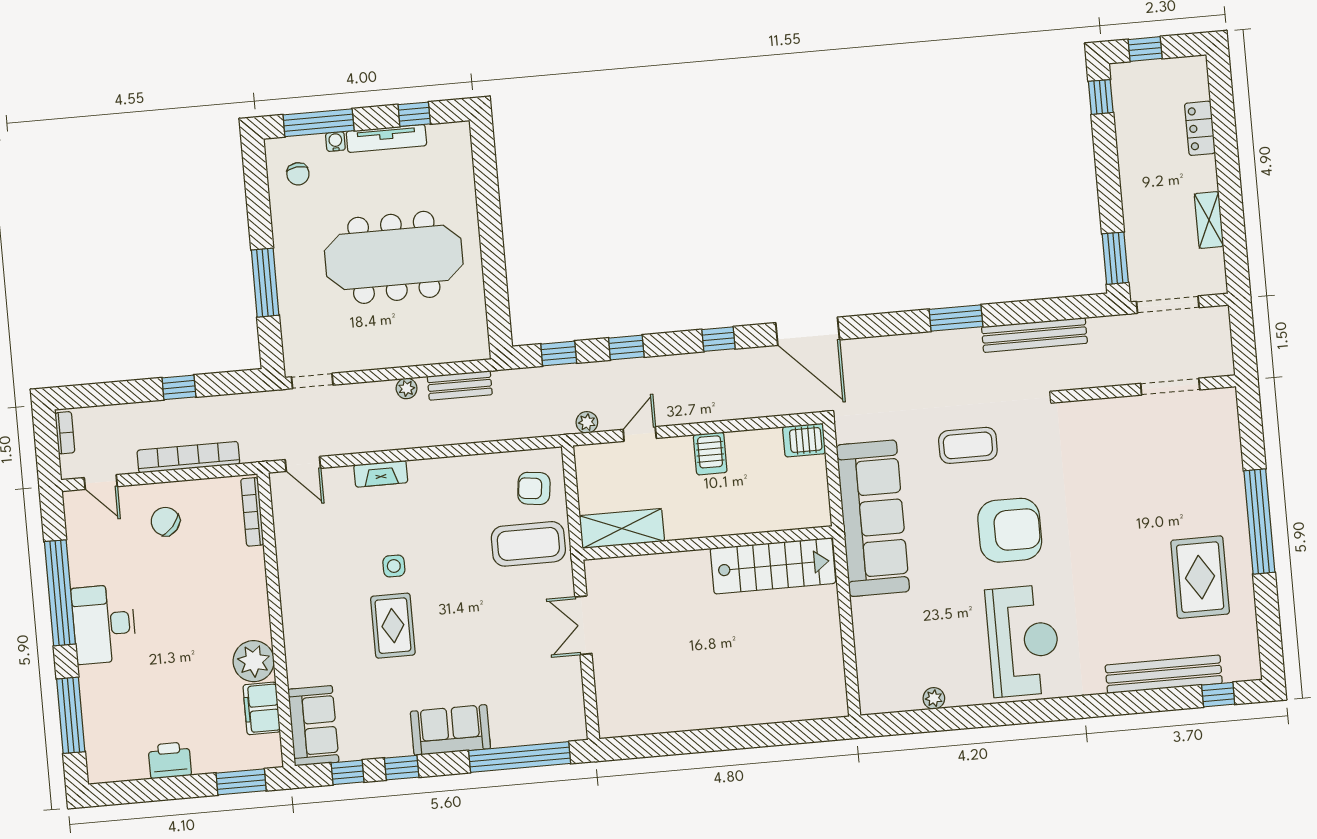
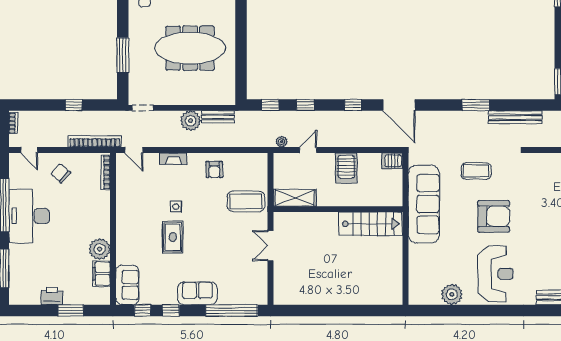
plant: (407, 388) -> (191, 121), width x1.88, depth x1.88
server rack: (710, 454) -> (346, 168), width x1.36, depth x1.44
bookcase: (188, 457) -> (95, 141), moved
armchair: (534, 488) -> (214, 170), moved, turned -97
desk: (104, 624) -> (29, 216), width x1.36, depth x1.30
plant: (934, 698) -> (452, 294), width x1.88, depth x1.88
window: (241, 782) -> (71, 310), moved

